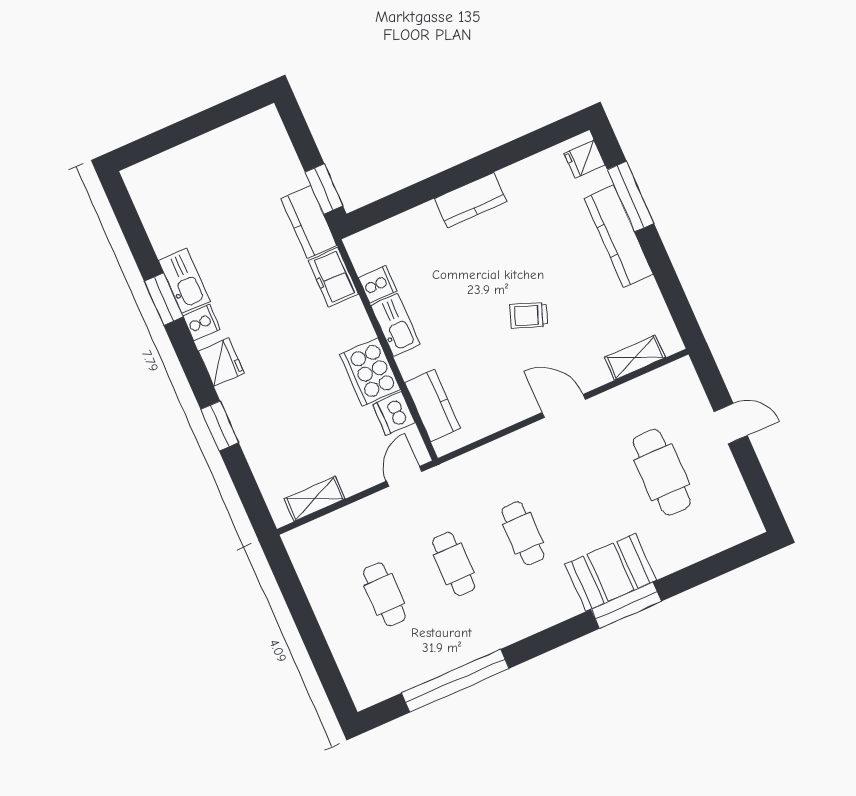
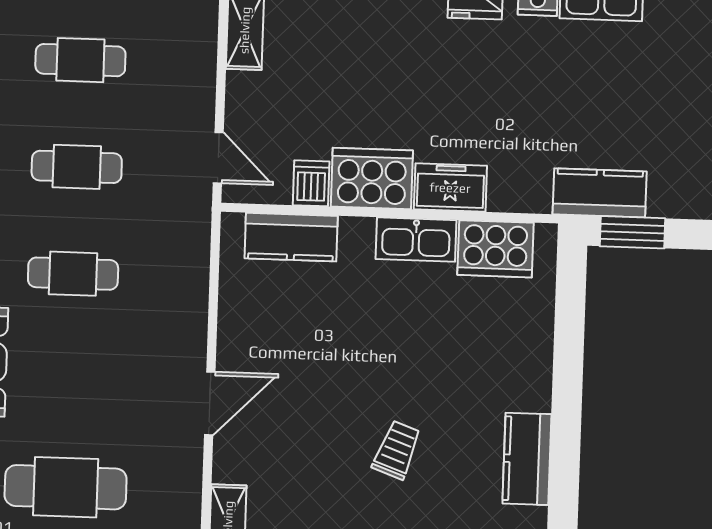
kitchen counter: (471, 200) -> (527, 459), moved
freezer: (333, 277) -> (450, 188), moved
cooker: (378, 284) -> (495, 249), width x1.87, depth x1.31
trolley: (529, 315) -> (397, 450), moved
dishwasher: (394, 413) -> (311, 183), width x0.73

